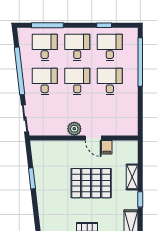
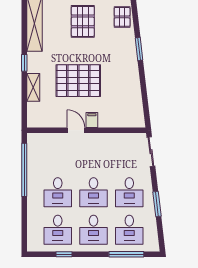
window: (140, 62) -> (24, 170), moved
window: (19, 71) -> (157, 204), width x0.47
plant: (74, 129) -> (97, 140), removed
filing cabinet: (107, 147) -> (92, 120), moved
window: (32, 178) -> (139, 49), moved

